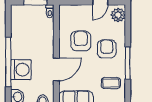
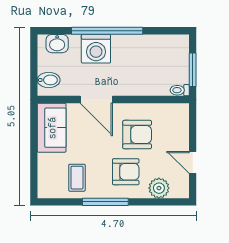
plant: (118, 15) -> (159, 188), moved

